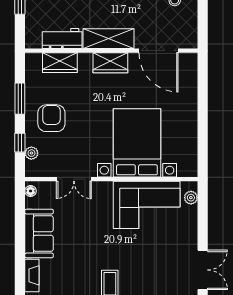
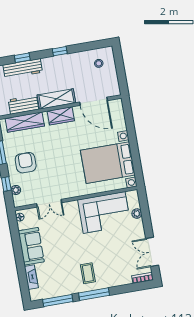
wardrobe: (60, 63) -> (25, 122), width x1.50
bed with nightstands: (137, 143) -> (108, 163), moved, turned -90
plant: (191, 198) -> (137, 214), moved
double door: (203, 270) -> (152, 252), swing flipped

